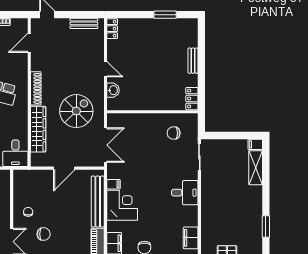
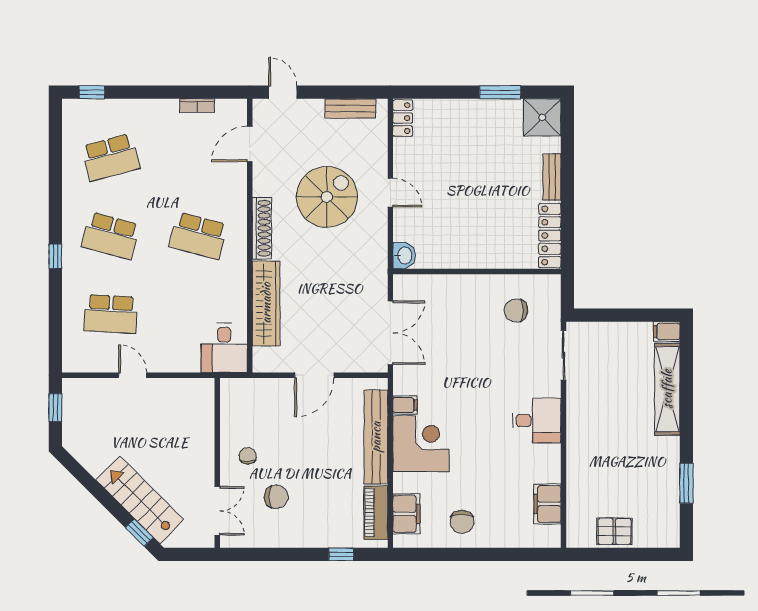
shower: (188, 28) -> (542, 117), added
washbasin: (113, 90) -> (404, 255), moved
locker: (192, 99) -> (550, 235), width x1.53
spiral stairs: (76, 111) -> (327, 197), moved
shelving: (256, 168) -> (667, 389), width x1.47

